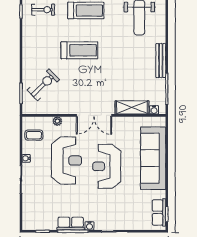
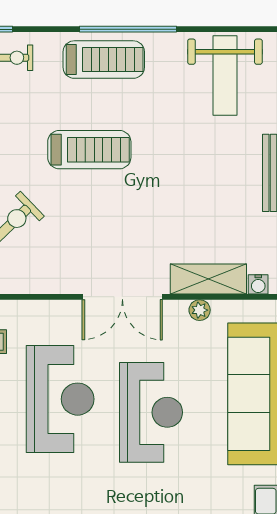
plant: (57, 121) -> (200, 310), moved
reception desk: (107, 166) -> (151, 412), turned 180

